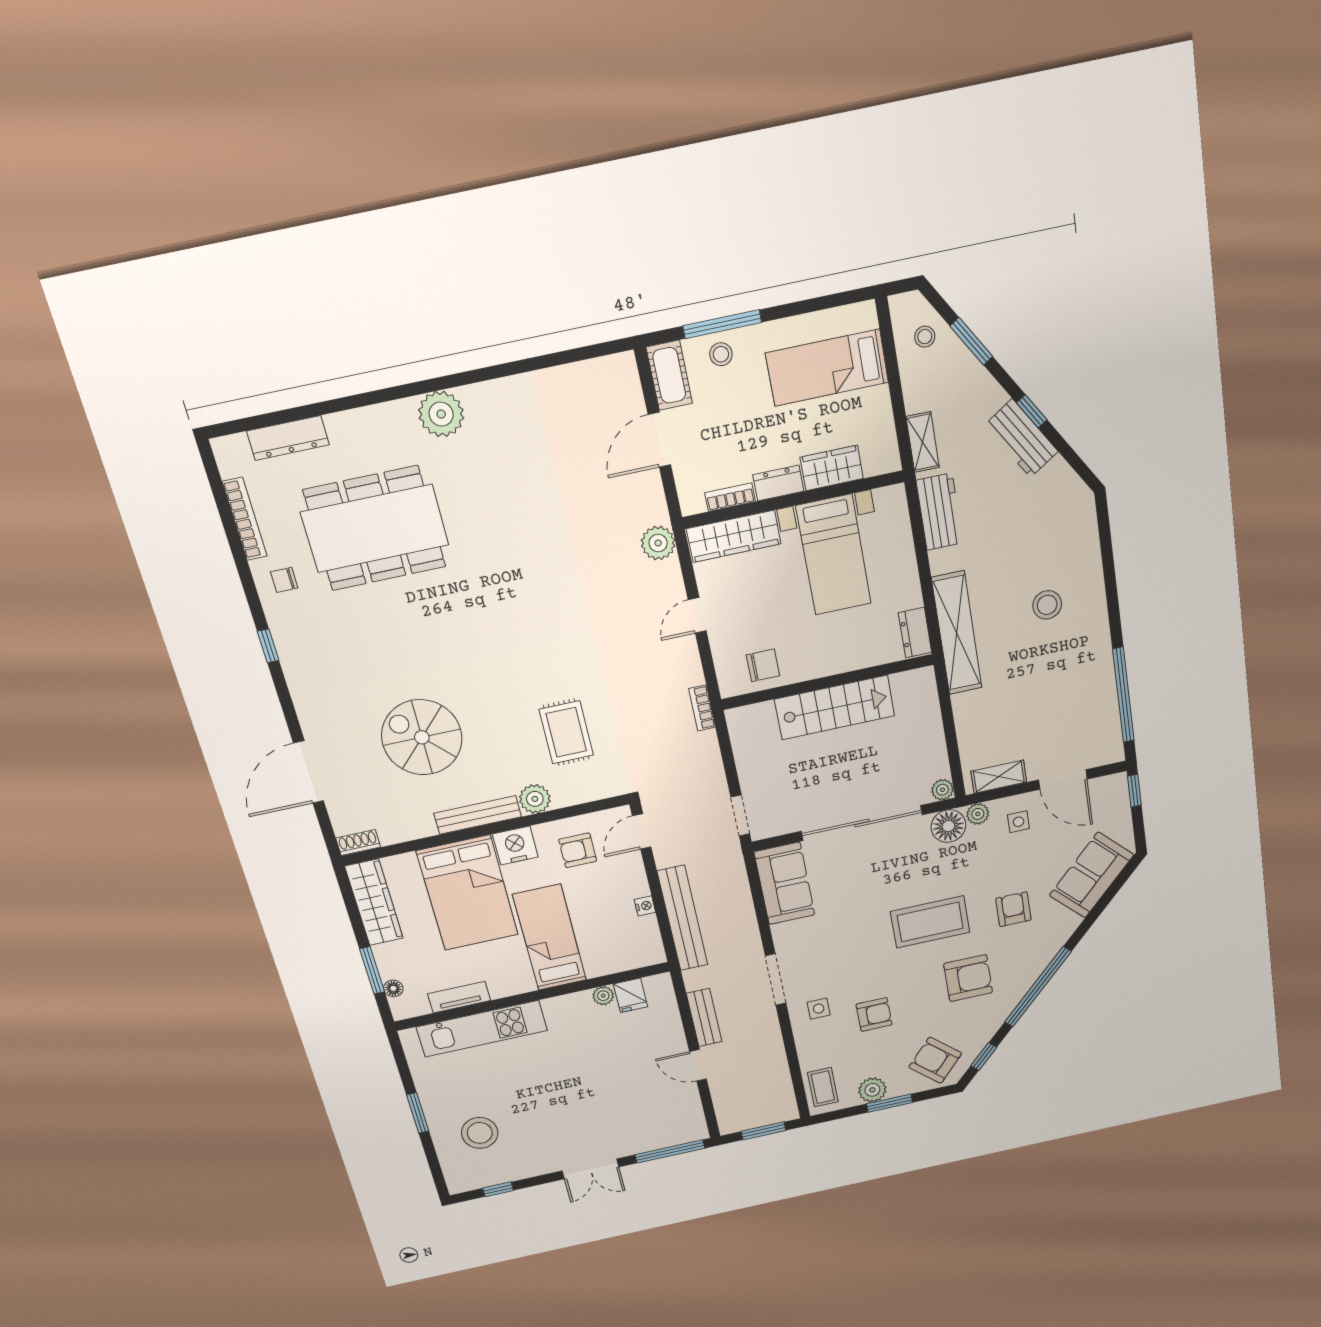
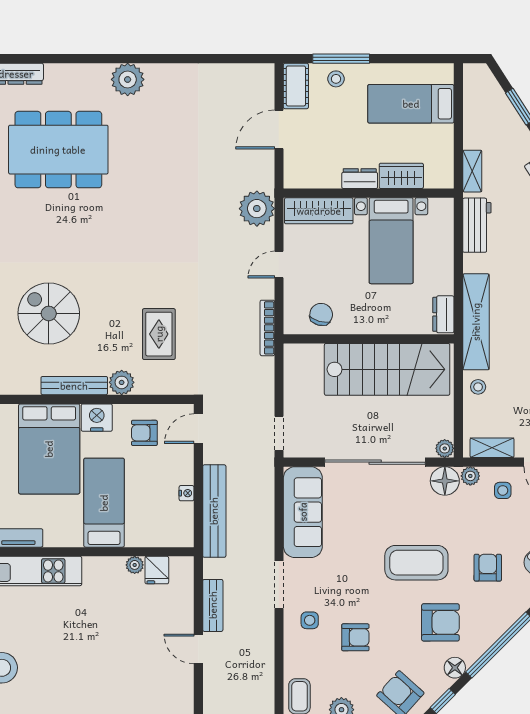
stool: (925, 337) -> (478, 387), moved
bookcase: (730, 497) -> (322, 181), removed
plant: (658, 543) -> (257, 209), width x1.36, depth x1.36
chair: (763, 665) -> (321, 314), turned -74
bookcase: (702, 708) -> (267, 328), width x1.56
stairs: (835, 708) -> (387, 369), width x1.36, depth x1.51
sofa: (784, 884) -> (303, 512), width x1.36
floor lamp: (992, 1021) -> (455, 668), added

